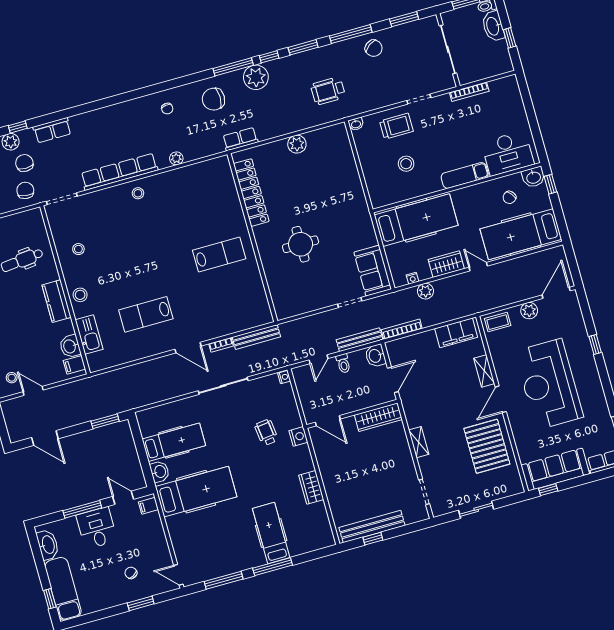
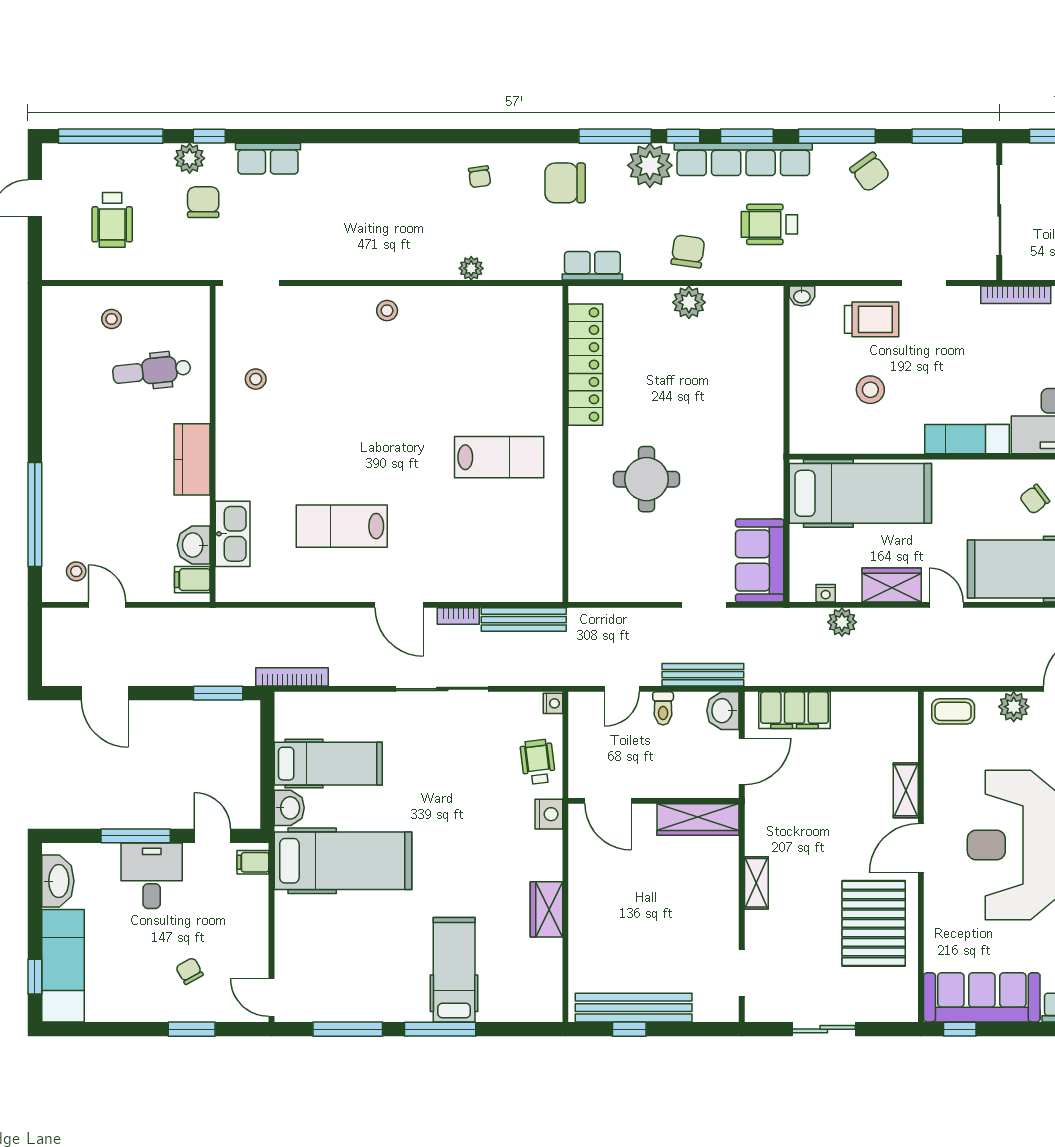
row of seats: (119, 172) -> (743, 159), moved, turned 180
chair: (25, 190) -> (688, 251), moved
stool: (80, 295) -> (236, 460), removed
bookcase: (402, 329) -> (292, 677), moved
filing cabinet: (456, 333) -> (795, 710), moved
wheelchair: (266, 432) -> (538, 762), moved

